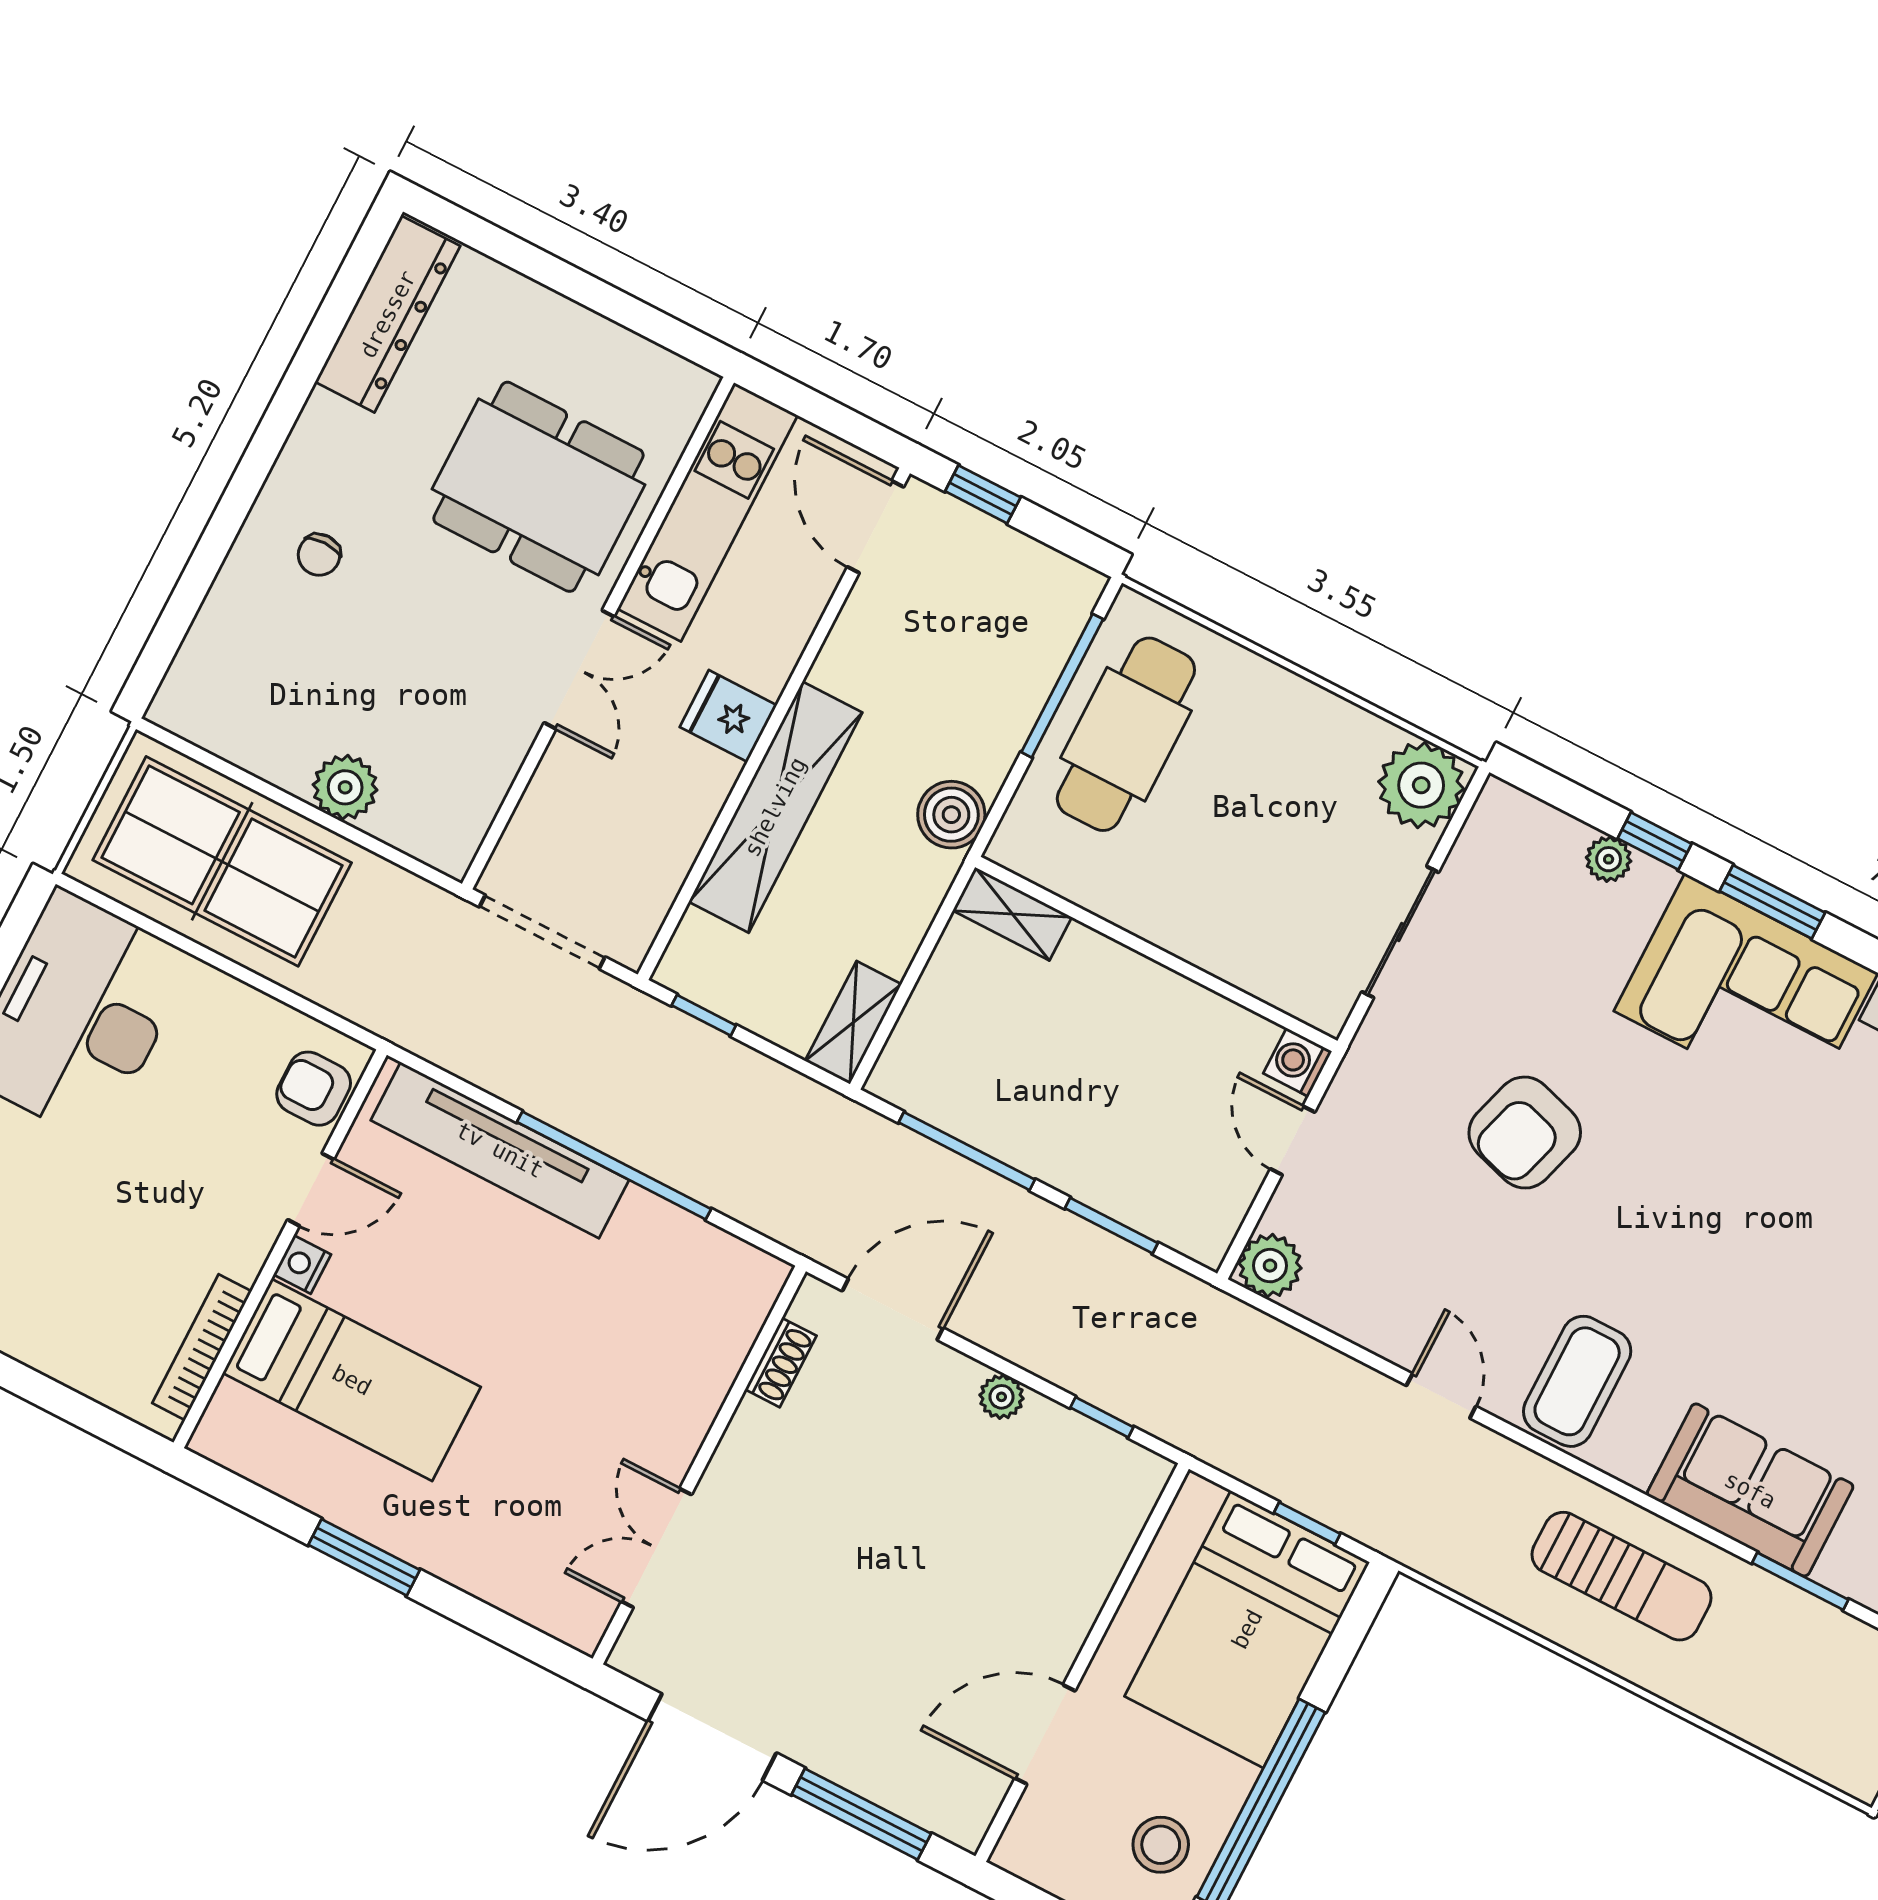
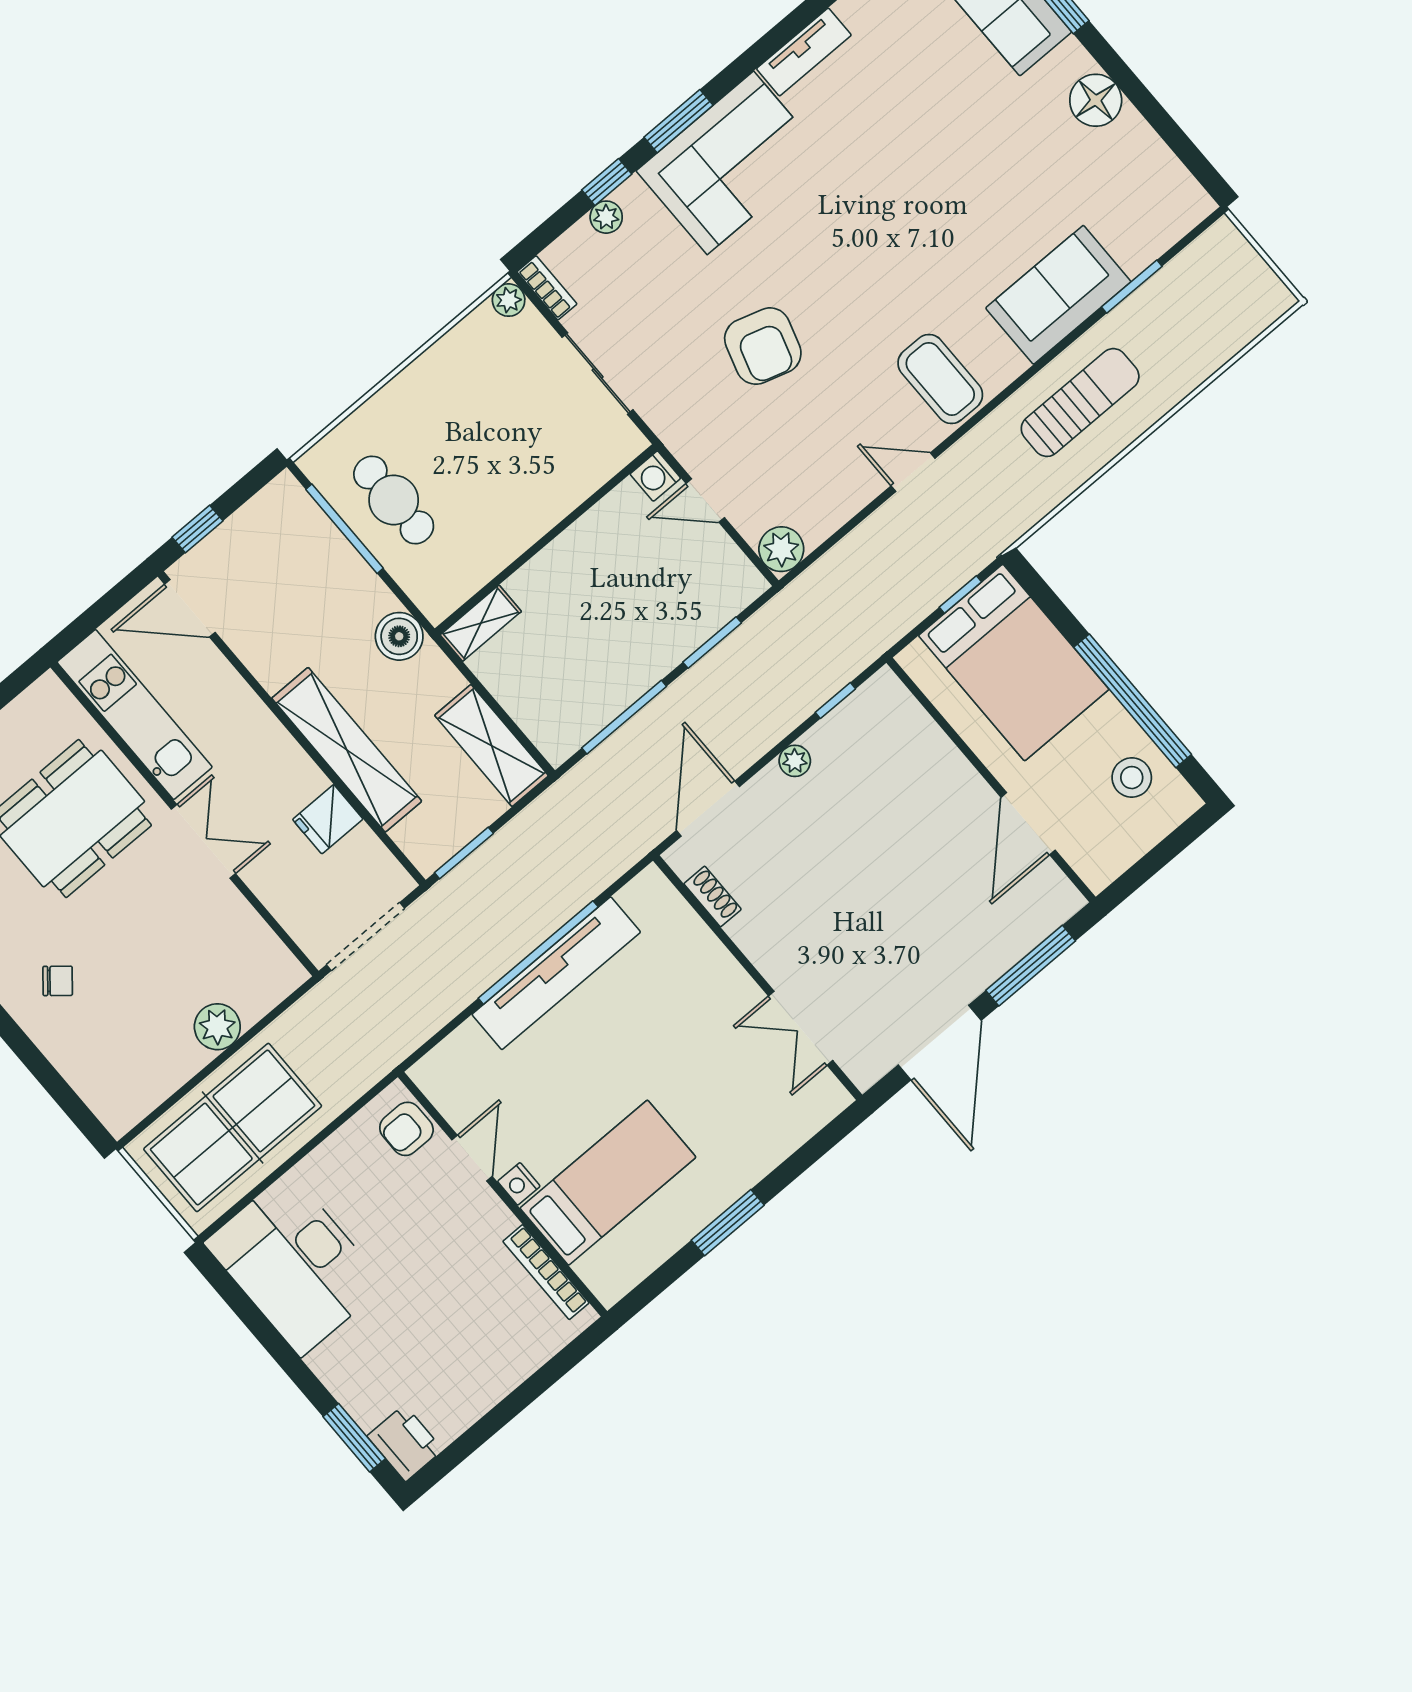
chair: (319, 555) -> (58, 981), turned -50
fridge: (728, 716) -> (328, 819), moved
cafe table: (1126, 734) -> (394, 500), width x0.73, depth x0.74
plant: (1421, 785) -> (509, 300), width x0.53, depth x0.53
bookcase: (1485, 820) -> (547, 288), added
window: (704, 1015) -> (464, 853), width x1.50
shelving: (853, 1023) -> (492, 746), width x1.50, depth x1.33
tv unit: (500, 1150) -> (556, 973), moved

